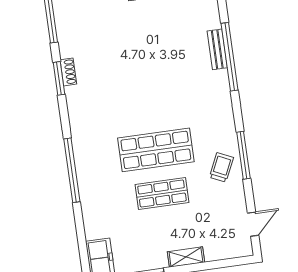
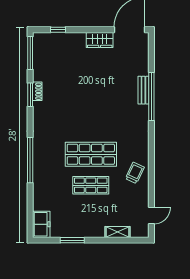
window: (243, 155) -> (151, 167), removed
shelving: (186, 257) -> (117, 232), moved

